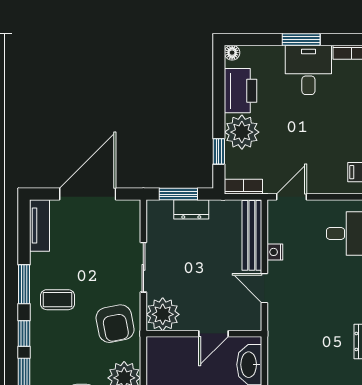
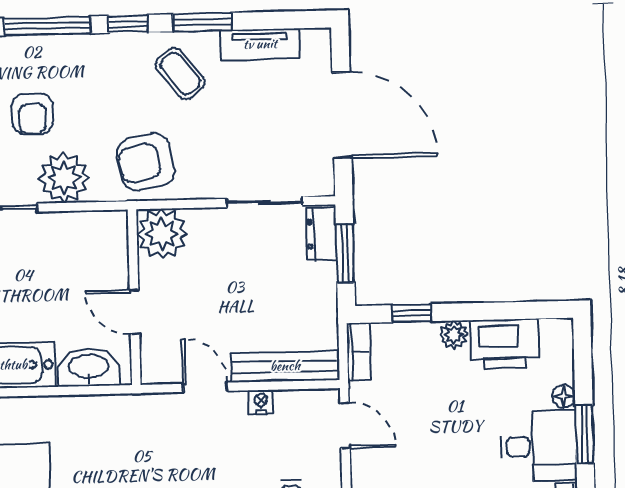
floor lamp: (232, 53) -> (564, 396), moved
plant: (242, 132) -> (454, 335), width x0.53, depth x0.53
dresser: (191, 209) -> (321, 234), moved
tv unit: (39, 225) -> (260, 44), moved
sliding door: (143, 267) -> (264, 202), moved
door: (264, 288) -> (205, 387), hinge flipped
coffee table: (57, 300) -> (180, 74), turned -39

